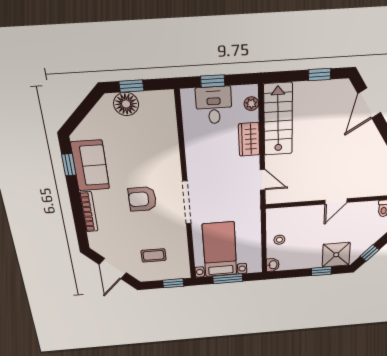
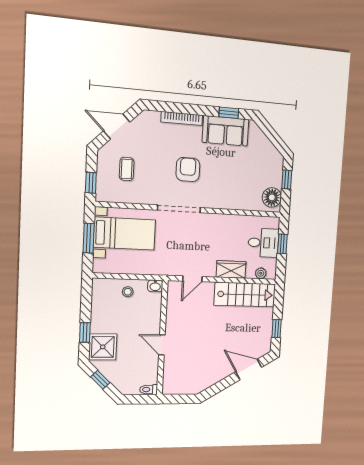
floor lamp: (126, 104) -> (272, 197), moved
washbasin: (273, 265) -> (155, 286), moved

